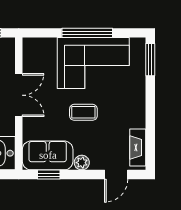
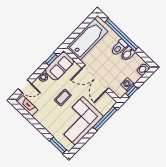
window: (87, 33) -> (105, 119), moved
double door: (19, 95) -> (95, 78), width x1.37
door: (116, 175) -> (25, 86), swing flipped

